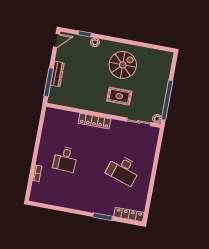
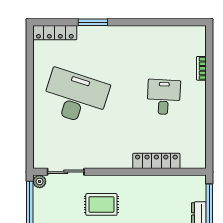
locker: (94, 121) -> (156, 161), moved
desk: (123, 170) -> (75, 97), width x1.36, depth x1.30

